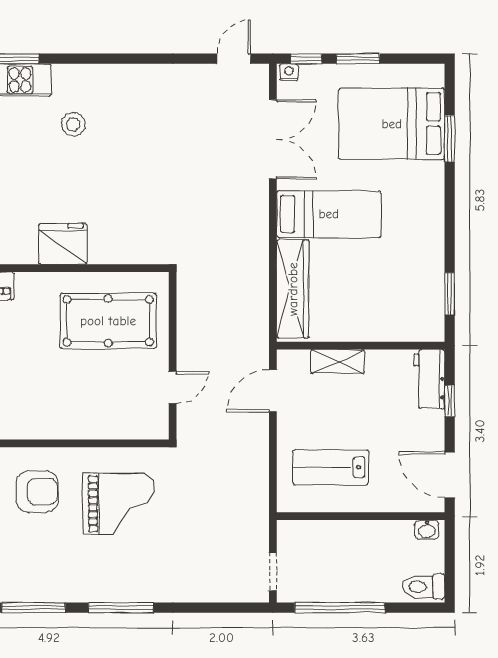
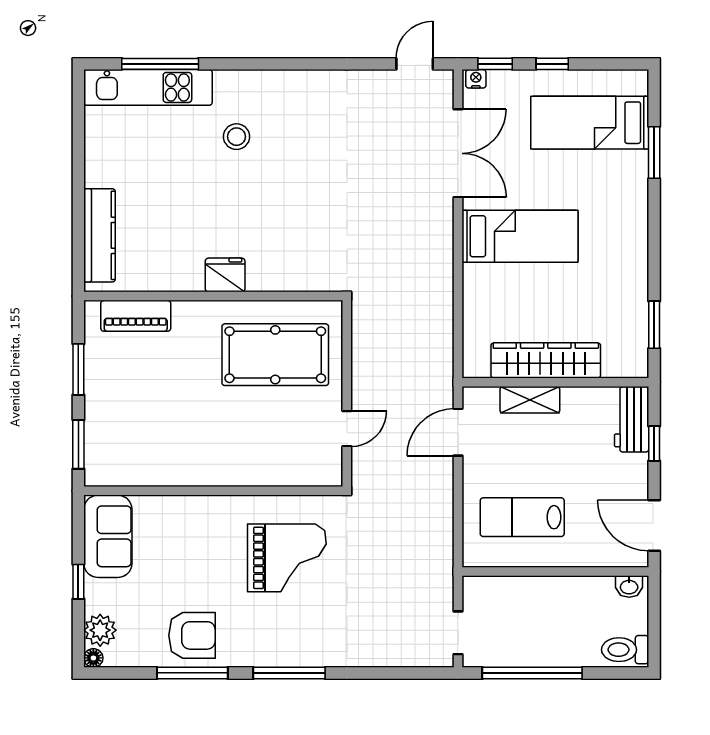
window: (358, 59) -> (552, 64), width x0.67
bed: (392, 124) -> (590, 123), width x0.67
fridge: (63, 244) -> (225, 275), width x0.73, depth x0.75
wardrobe: (293, 289) -> (546, 360), moved, turned -90
armchair: (37, 491) -> (192, 635), moved

